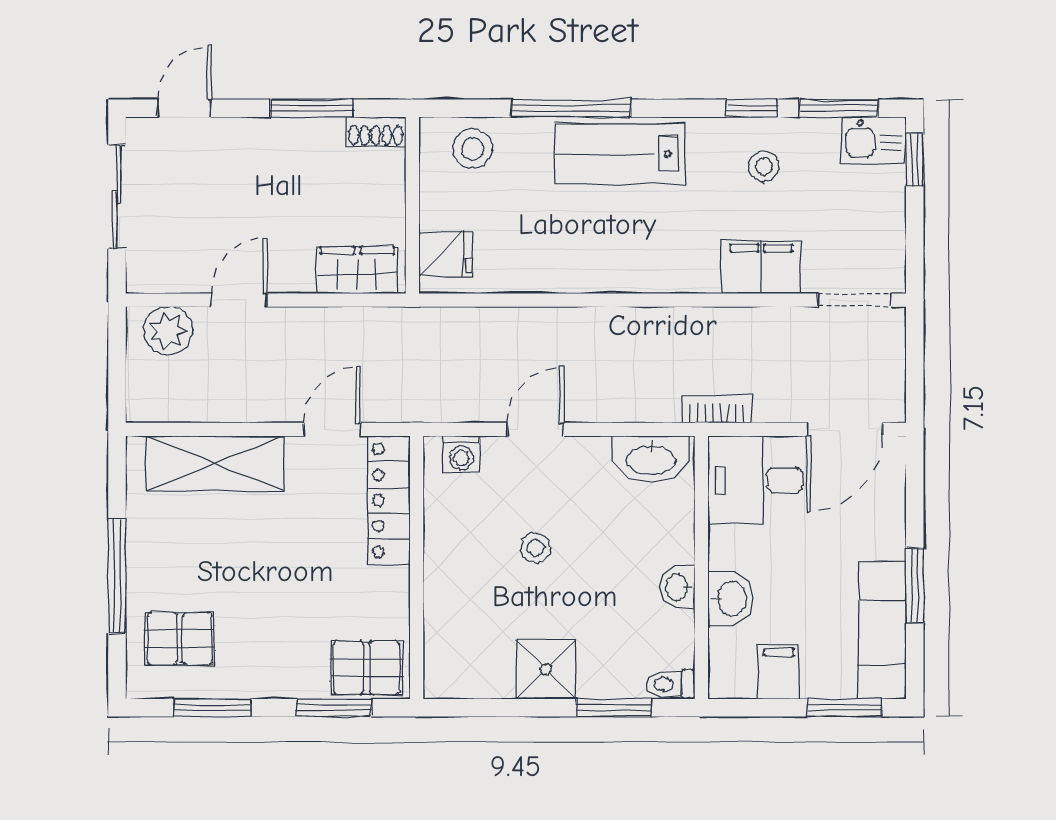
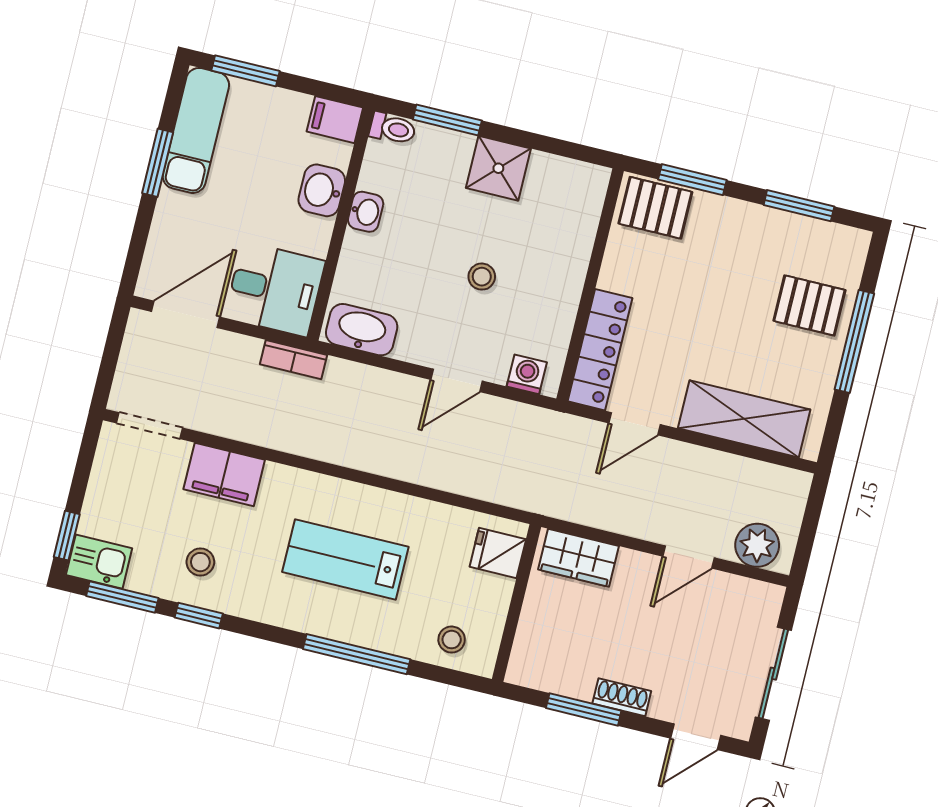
shoe rack: (376, 131) -> (622, 697), moved
stool: (473, 149) -> (452, 640), width x0.73, depth x0.73
lab bench: (620, 154) -> (345, 559), moved, turned 180
pallet: (180, 639) -> (809, 305), moved
filing cabinet: (779, 672) -> (335, 120), moved, turned 90

